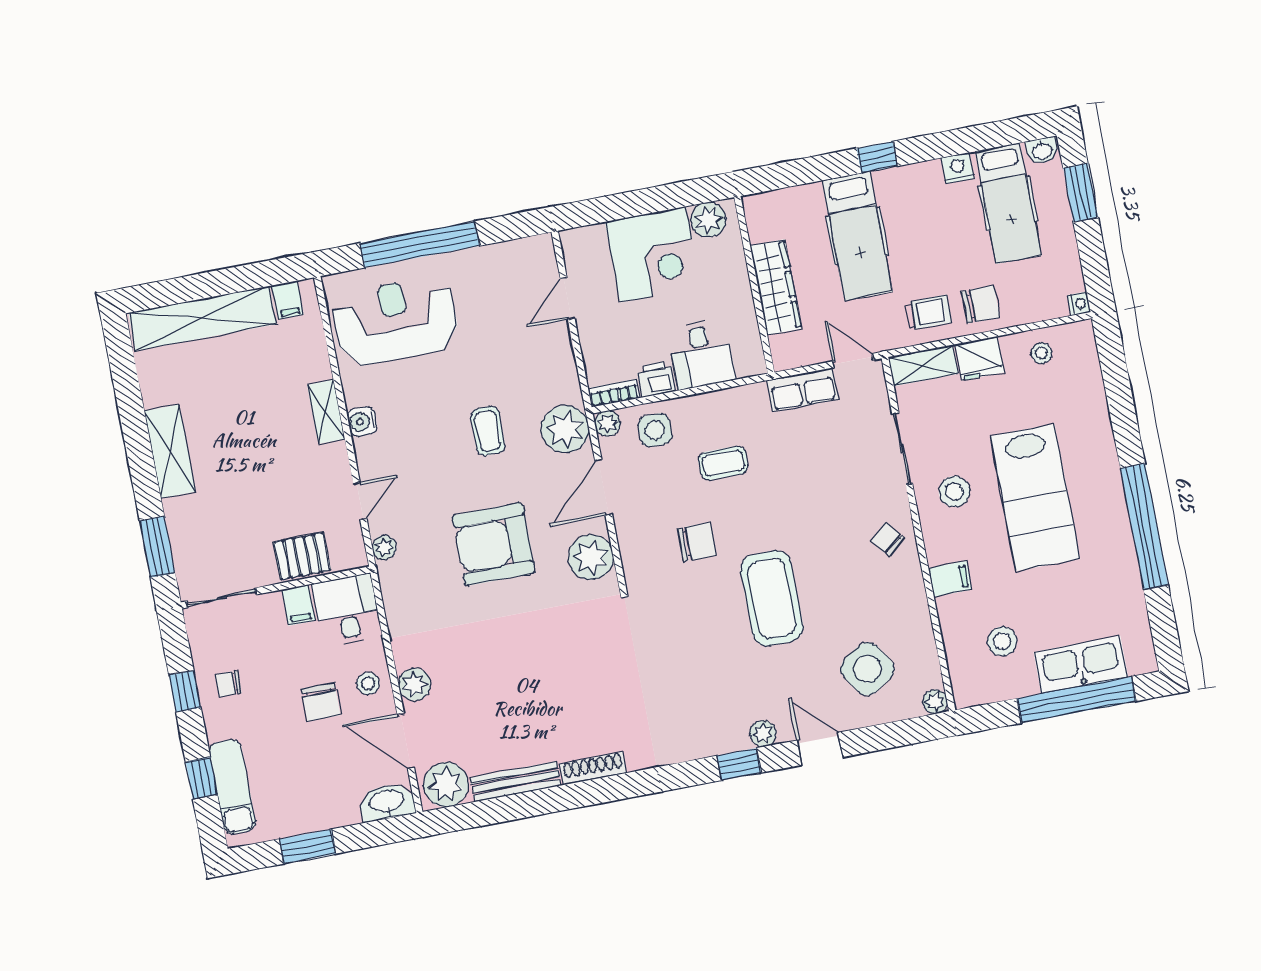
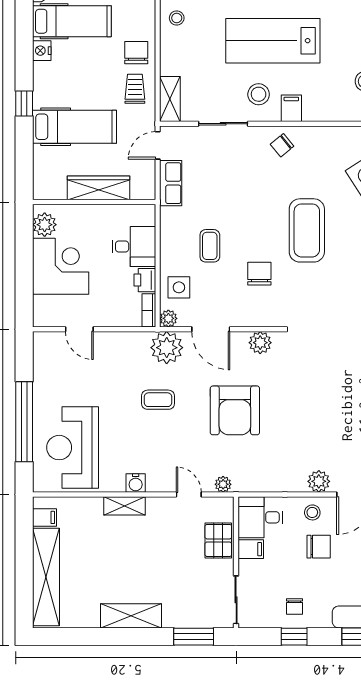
fridge: (980, 358) -> (172, 60), removed
lab bench: (1035, 497) -> (273, 41), turned 180
plant: (591, 557) -> (260, 343), width x0.73, depth x0.73
filing cabinet: (950, 579) -> (291, 108), moved
coffee table: (772, 598) -> (307, 230), turned 90

